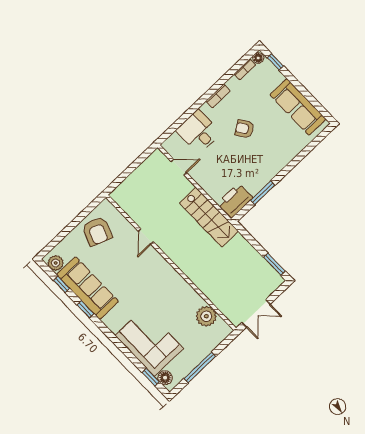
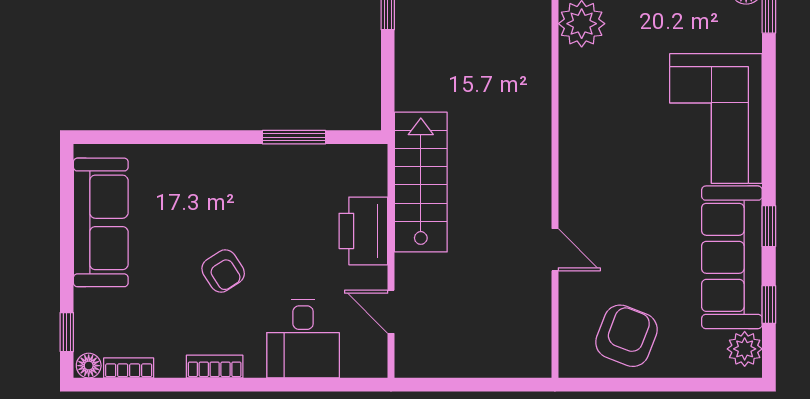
printer: (235, 201) -> (363, 231), moved, turned 90
door: (146, 237) -> (555, 250), hinge flipped
corner sofa: (149, 342) -> (716, 118), moved

